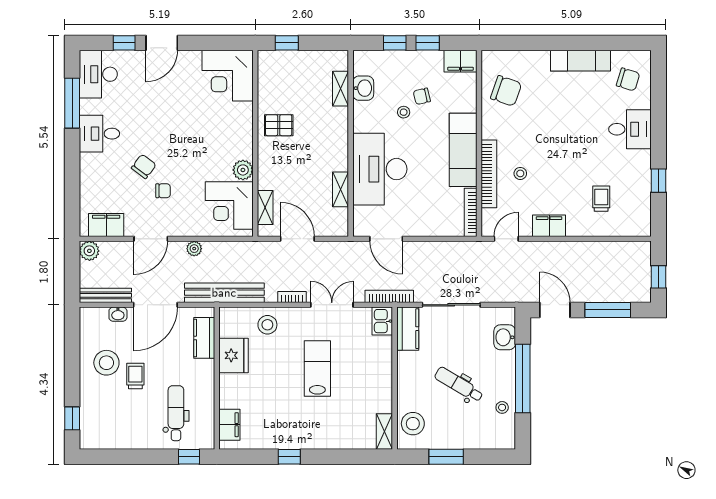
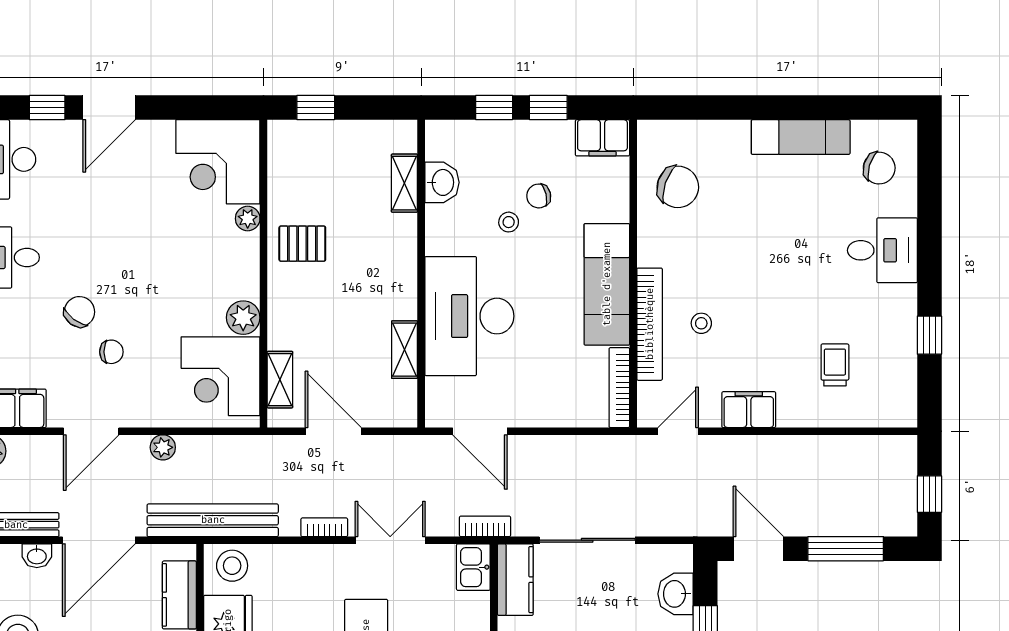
plant: (246, 110) -> (248, 219), added
bookcase: (389, 296) -> (485, 526), width x0.64
stool: (267, 325) -> (232, 566), moved

